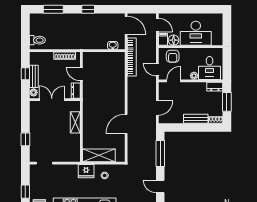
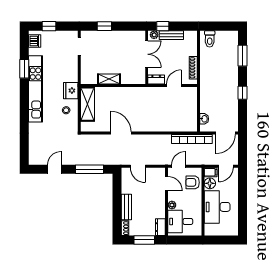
window: (25, 74) -> (163, 26), moved
shelving: (75, 122) -> (109, 79), moved

